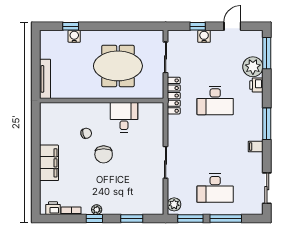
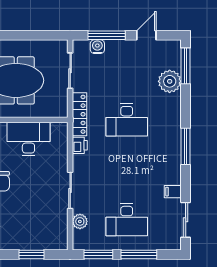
window: (198, 26) -> (107, 35), width x2.17
water cooler: (204, 36) -> (97, 47), moved
printer: (256, 85) -> (80, 145), moved, turned 180
desk: (124, 117) -> (28, 139), width x1.37
filing cabinet: (256, 147) -> (173, 192), moved
plant: (174, 204) -> (80, 221), moved

